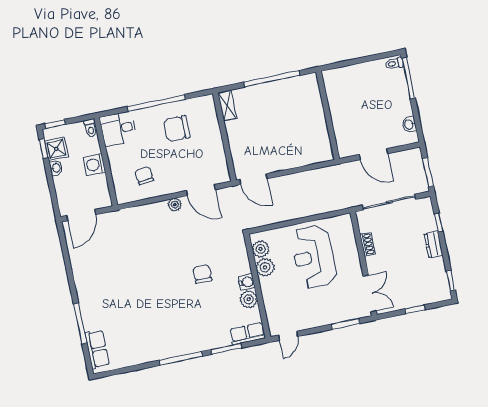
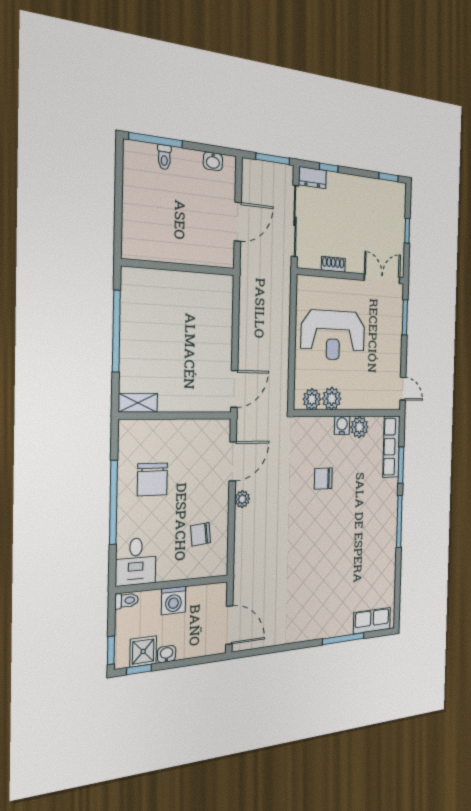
toilet: (394, 63) -> (164, 157), moved
dresser: (433, 245) -> (312, 178), moved
row of seats: (247, 334) -> (391, 447), width x1.48

